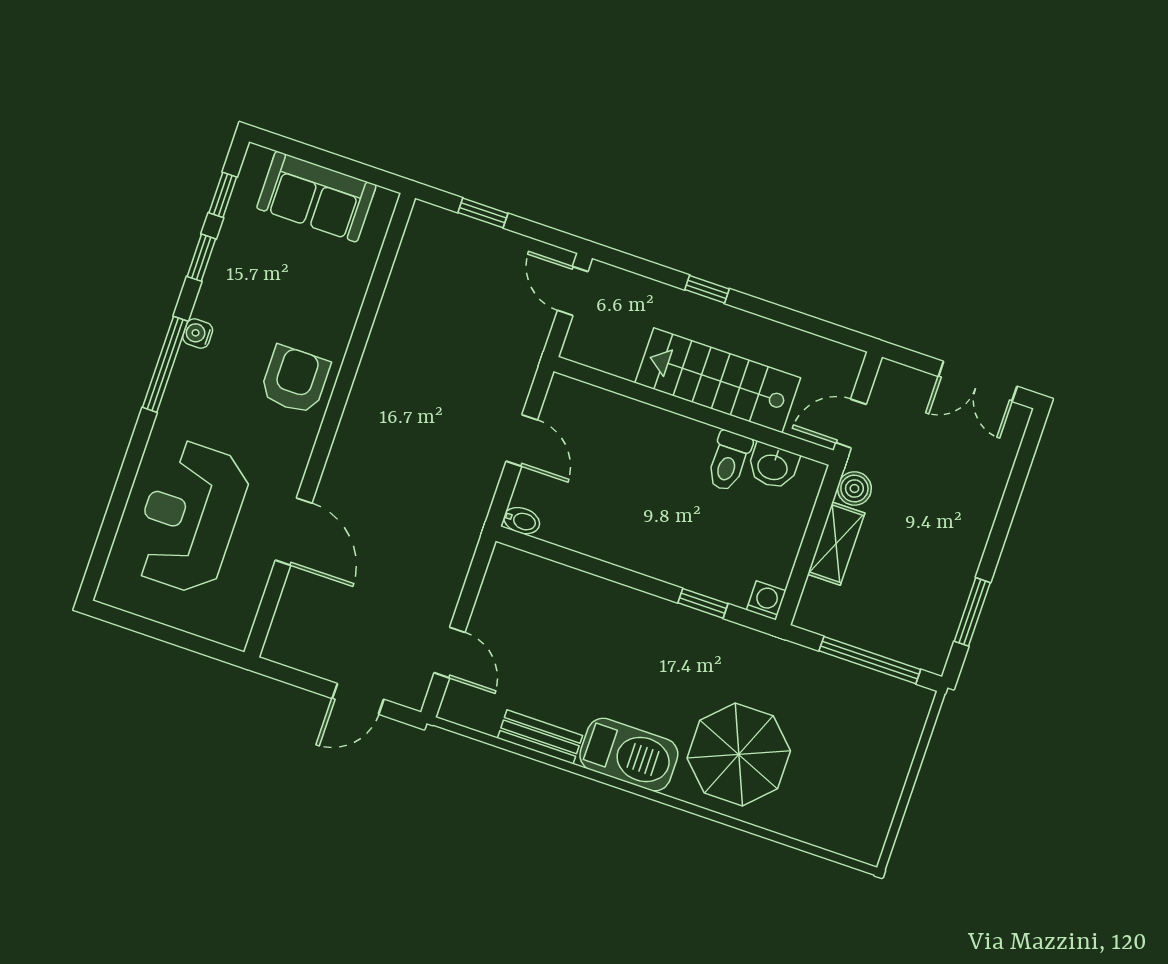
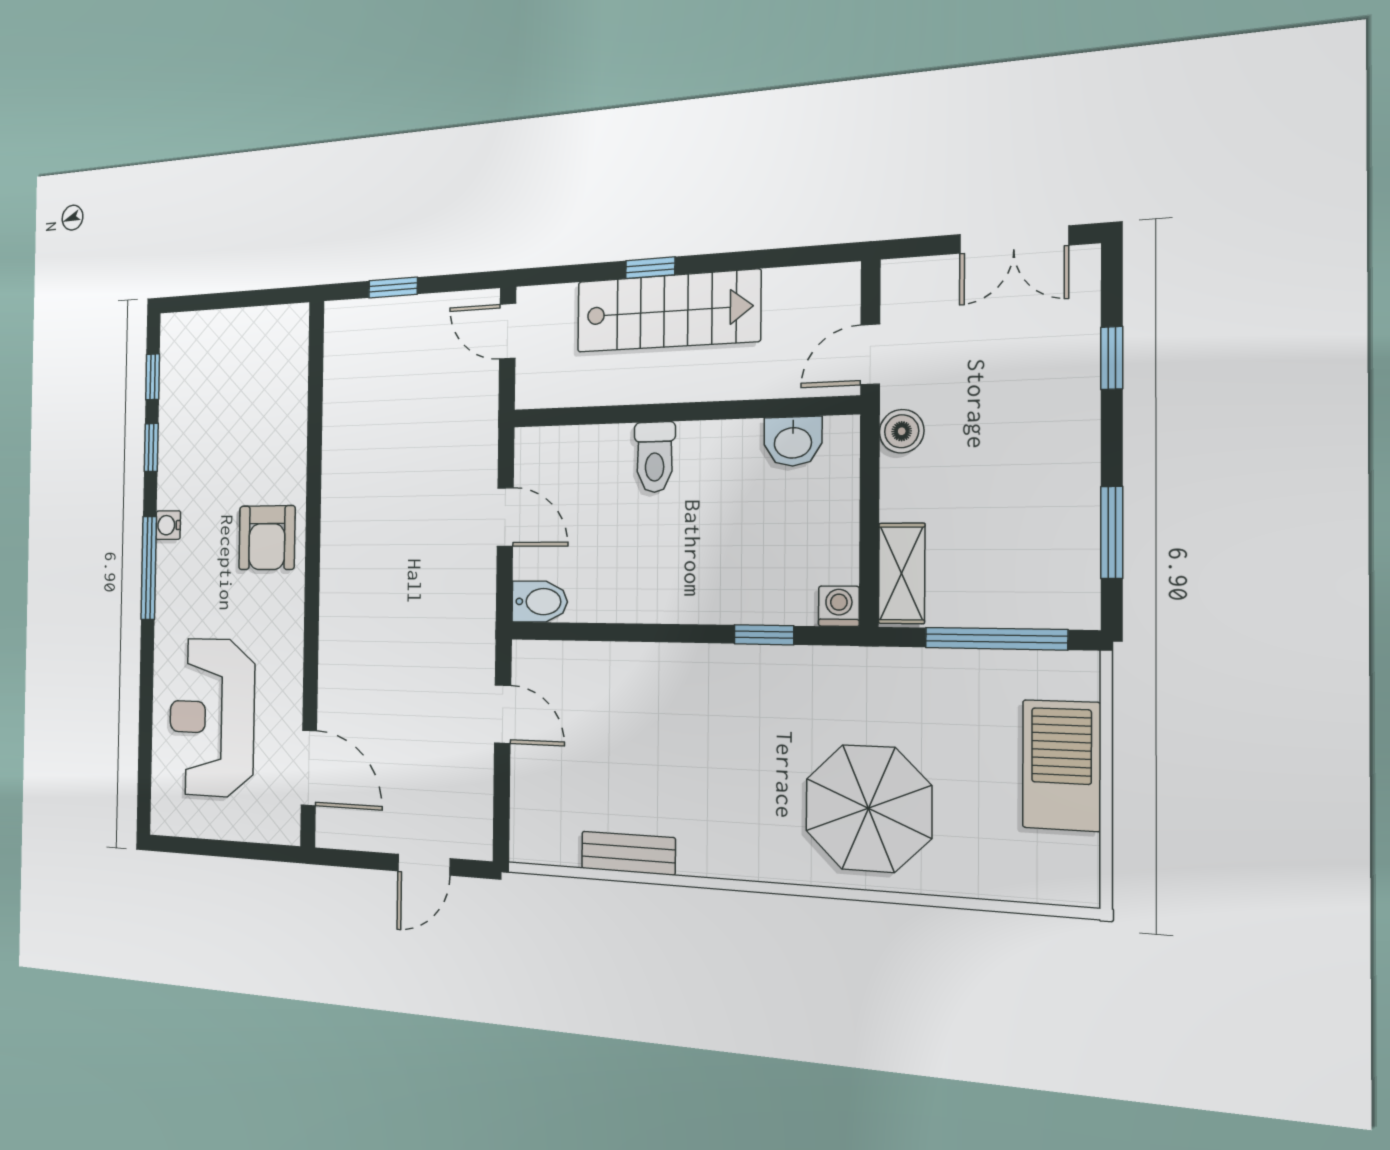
sofa: (316, 197) -> (234, 341), removed
armchair: (295, 380) -> (267, 538), turned 180
stairs: (718, 380) -> (668, 311), moved, turned 180
toilet: (729, 461) -> (655, 457), moved
window: (1013, 491) -> (1112, 358), added
bidet: (522, 521) -> (540, 602), width x1.38, depth x1.36
door: (294, 532) -> (309, 768), moved
shelving: (836, 544) -> (902, 573), moved
door: (450, 653) -> (503, 714), moved
barbecue: (629, 755) -> (1061, 765), moved, turned -90

